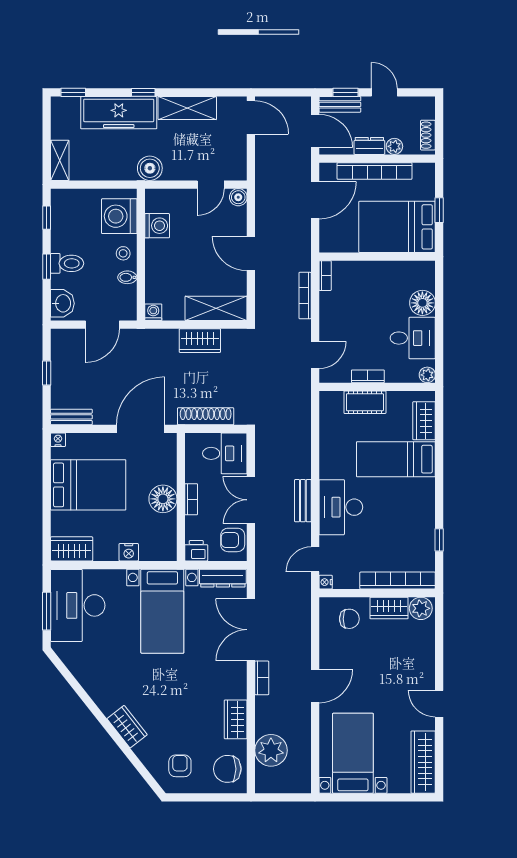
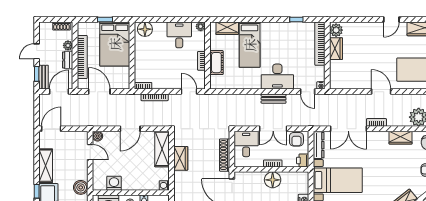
floor lamp: (422, 303) -> (145, 29), moved
chair: (349, 619) -> (342, 72), removed

